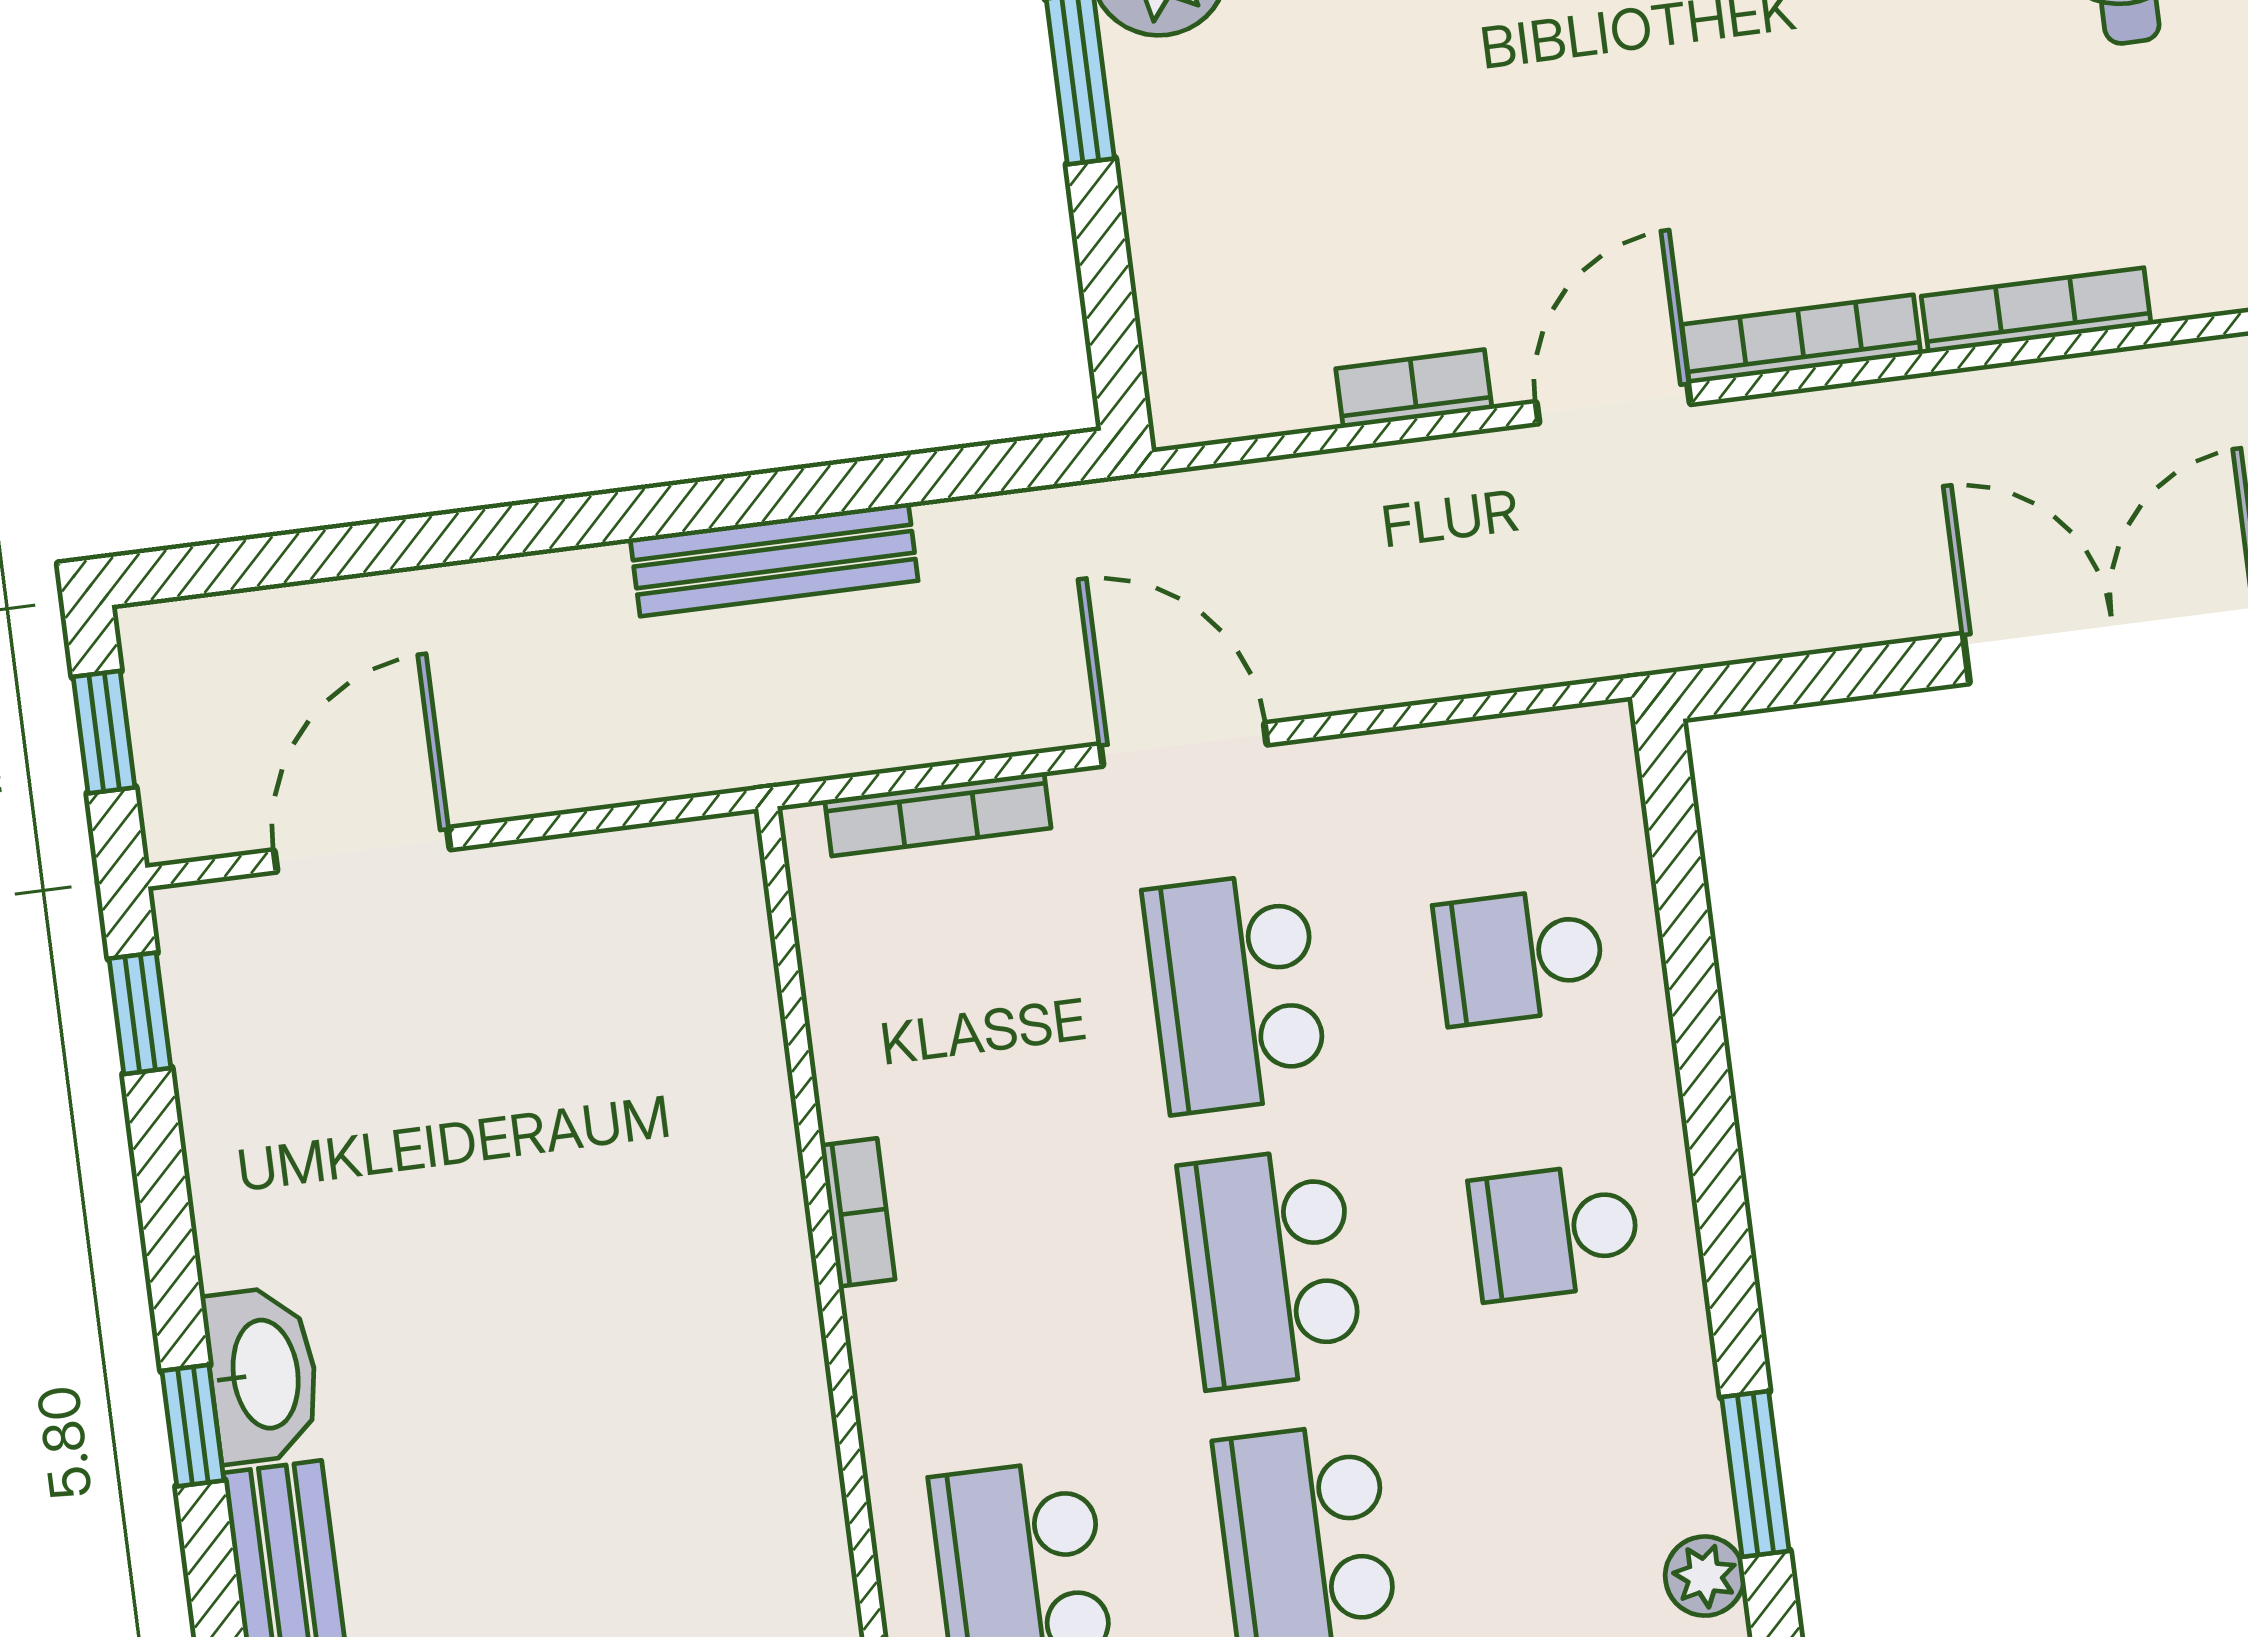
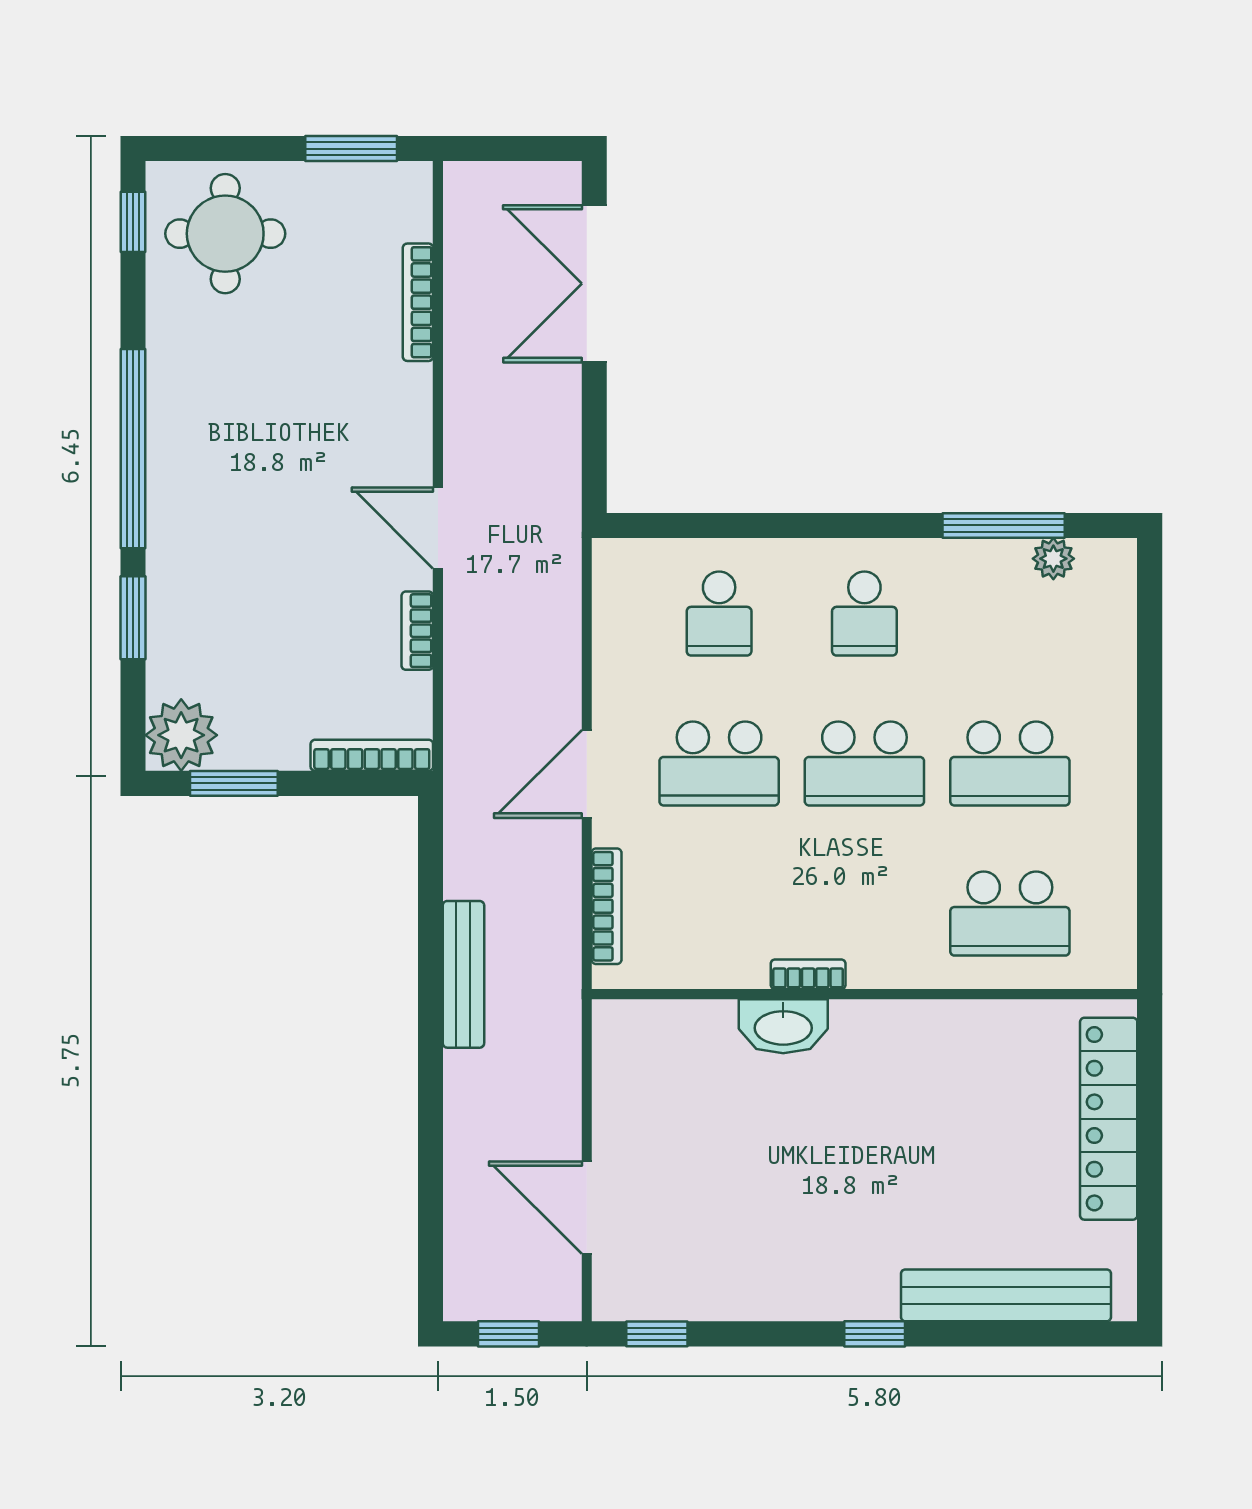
bookcase: (1801, 339) -> (372, 755), moved, turned 90
washbasin: (263, 1375) -> (783, 1026), moved, turned 180
window: (1755, 1474) -> (1004, 525), width x1.44

